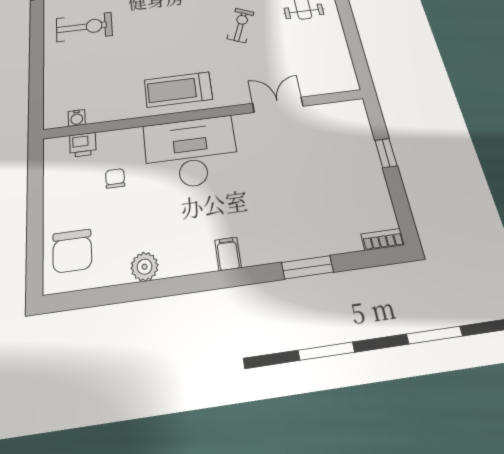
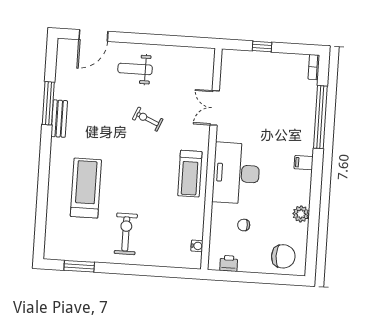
printer: (83, 145) -> (229, 263), moved, turned -90
window: (307, 267) -> (320, 117), width x2.11

